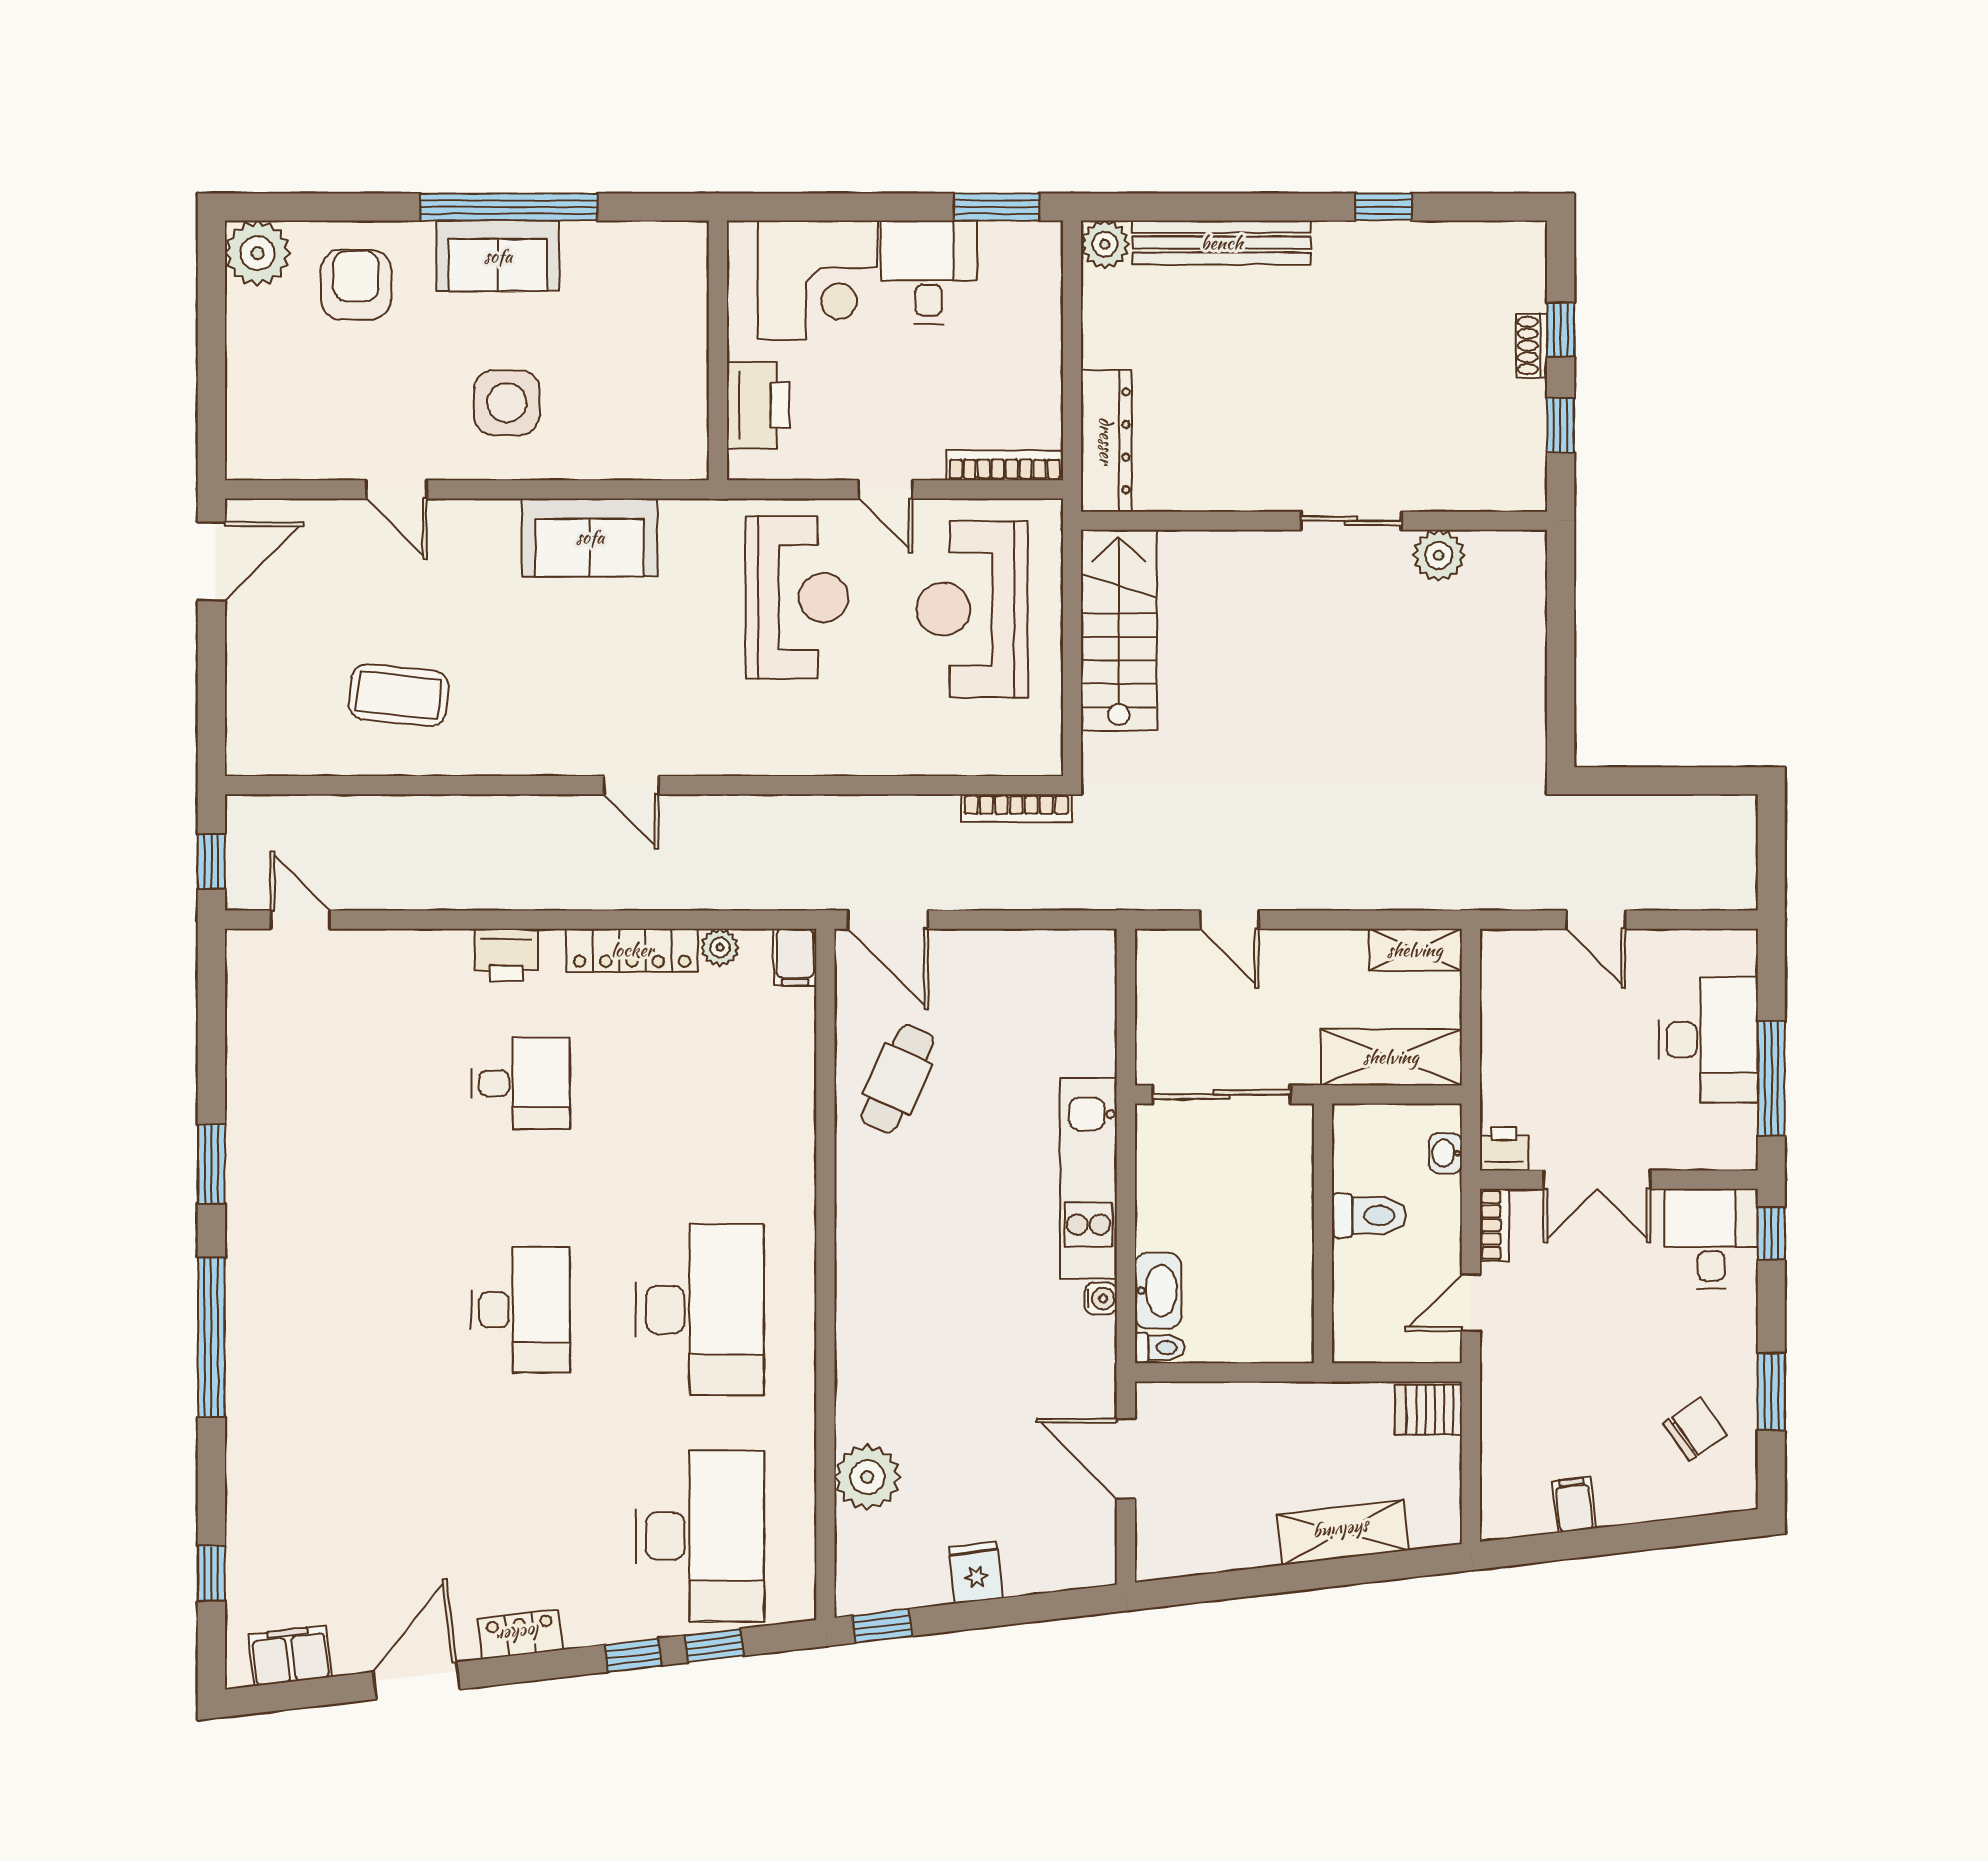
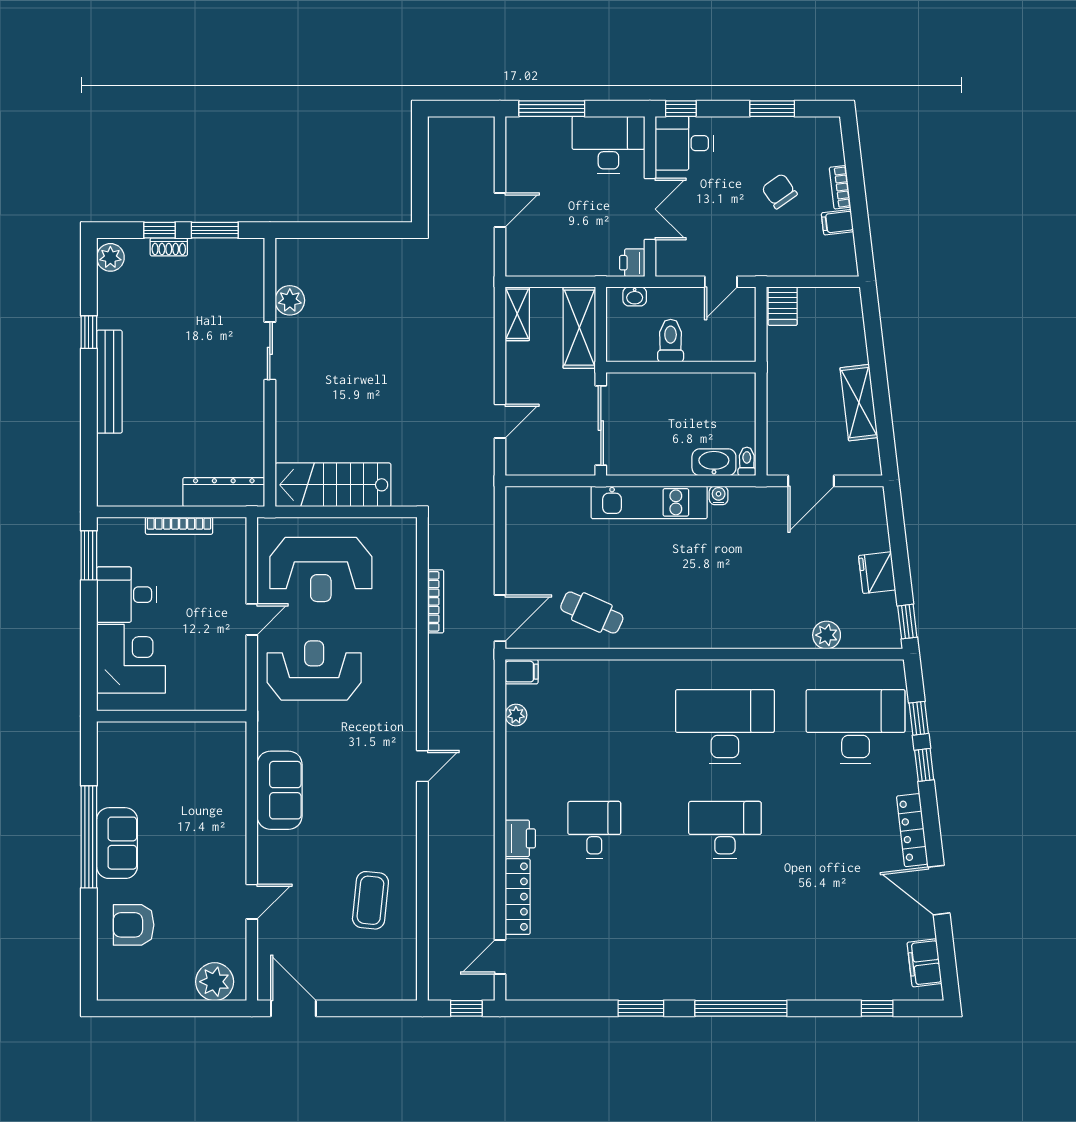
bench: (1222, 243) -> (109, 382), moved
plant: (1105, 244) -> (110, 257), moved
plant: (258, 253) -> (215, 982), moved
side table: (507, 403) -> (202, 838), removed
printer: (758, 405) -> (203, 693), removed
window: (1561, 425) -> (215, 230), width x1.50
bookcase: (1005, 465) -> (179, 526), moved, turned -90
bookcase: (1016, 808) -> (436, 601), moved
locker: (632, 950) -> (518, 897), moved
desk: (1708, 1040) -> (608, 145), moved
window: (1771, 1078) -> (552, 109), moved
bookcase: (1494, 1225) -> (840, 187), moved, turned -97
door: (1471, 1303) -> (721, 282), hinge flipped
chair: (1695, 1429) -> (779, 191), moved
plant: (867, 1477) -> (827, 635), width x0.73, depth x0.73
shelving: (1343, 1532) -> (859, 403), moved
fridge: (976, 1572) -> (877, 573), width x1.38
locker: (520, 1634) -> (912, 830), width x1.53

